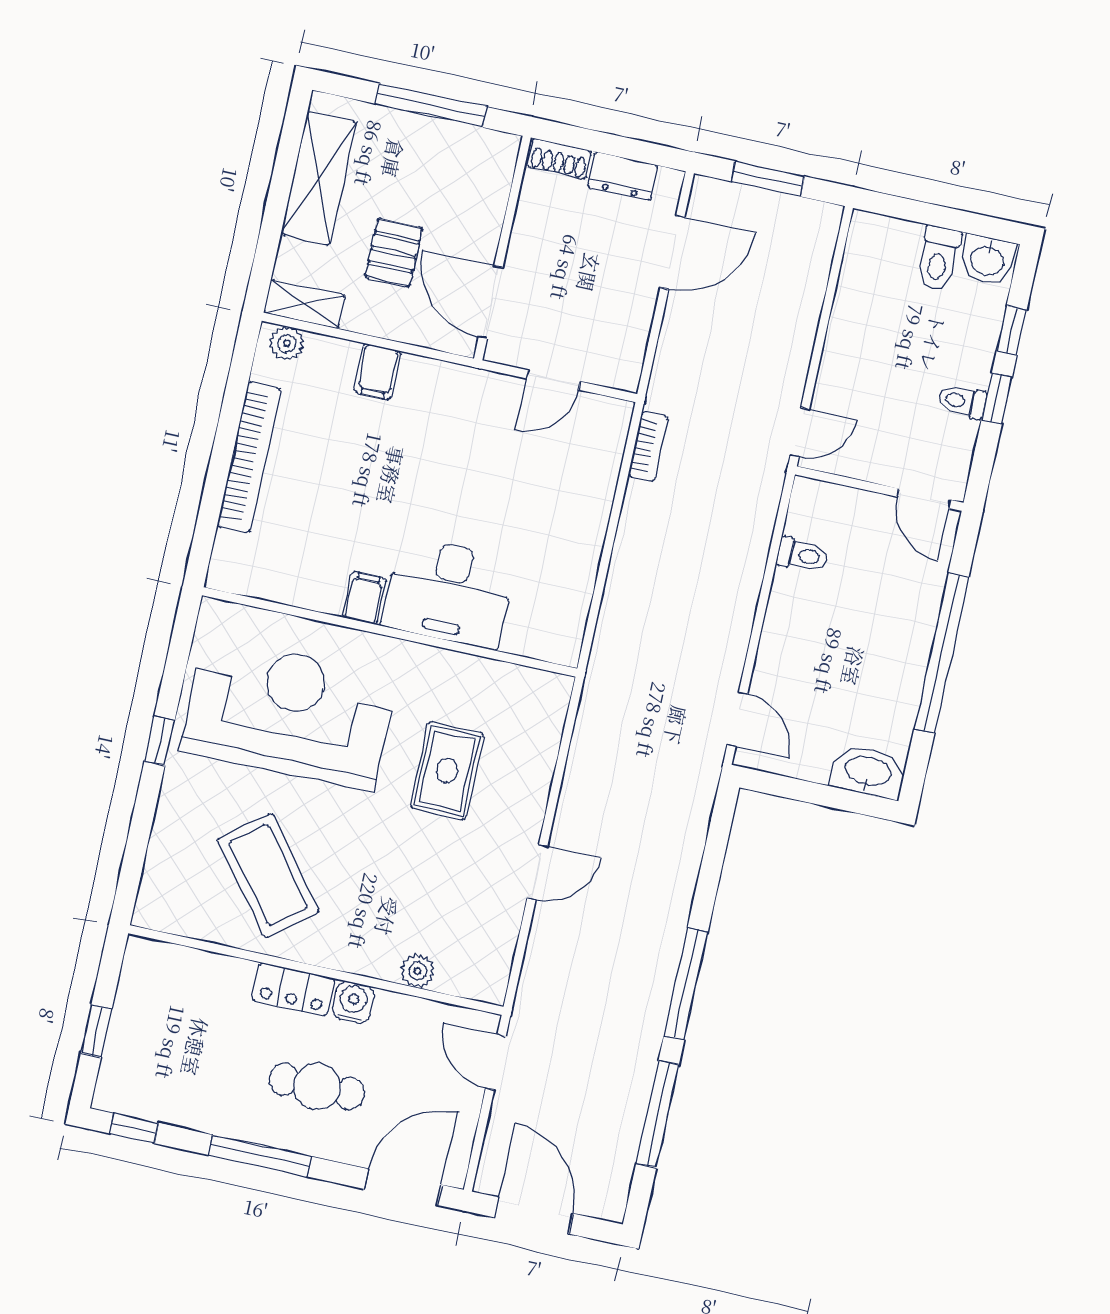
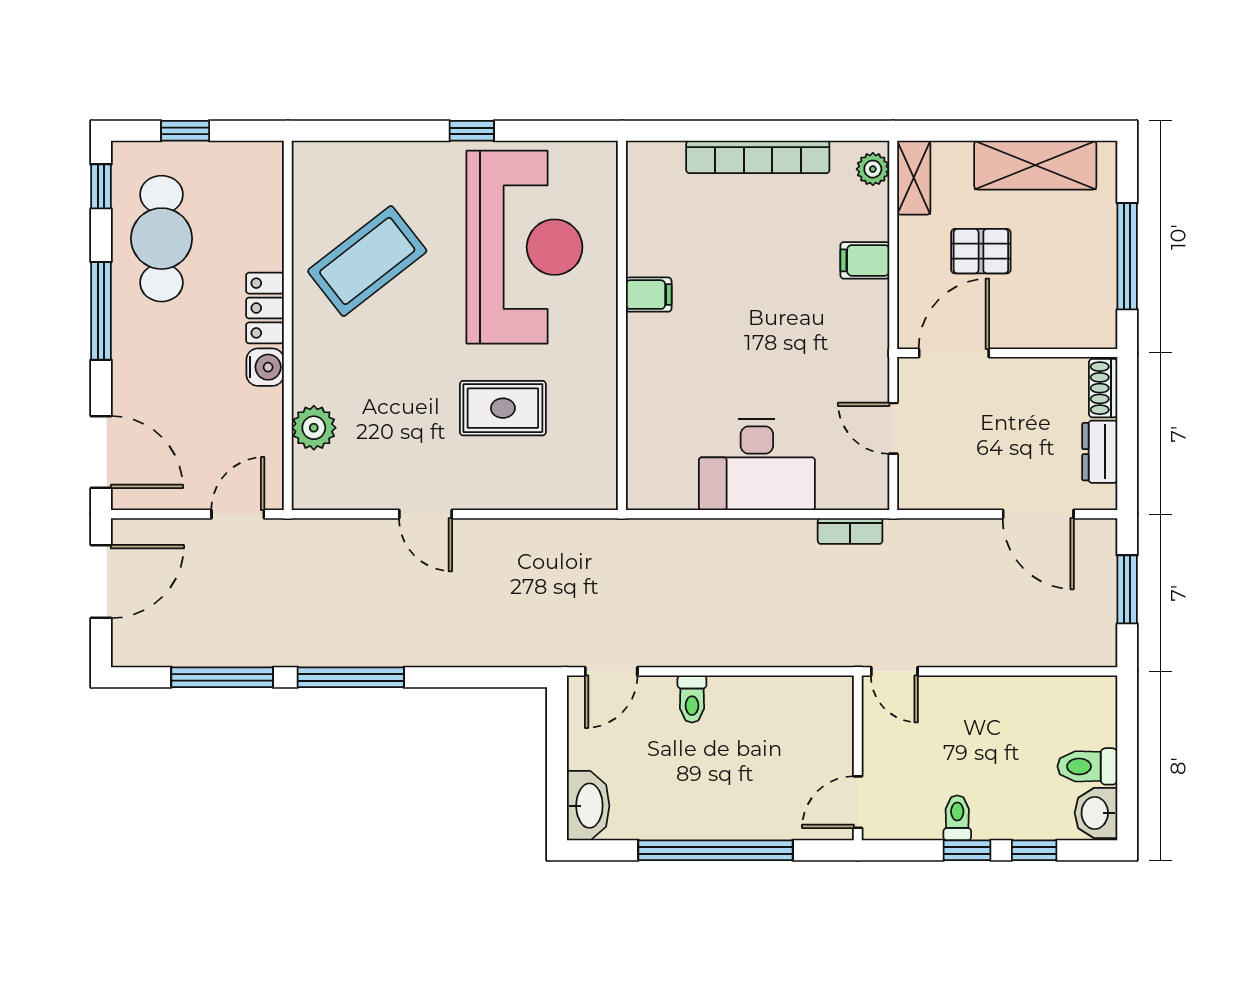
toilet: (802, 555) -> (692, 699), moved
desk: (449, 592) -> (757, 465), moved, turned -90
plant: (418, 971) -> (314, 428), width x1.38, depth x1.38
cafe table: (317, 1086) -> (162, 239), moved, width x1.37, depth x1.35

